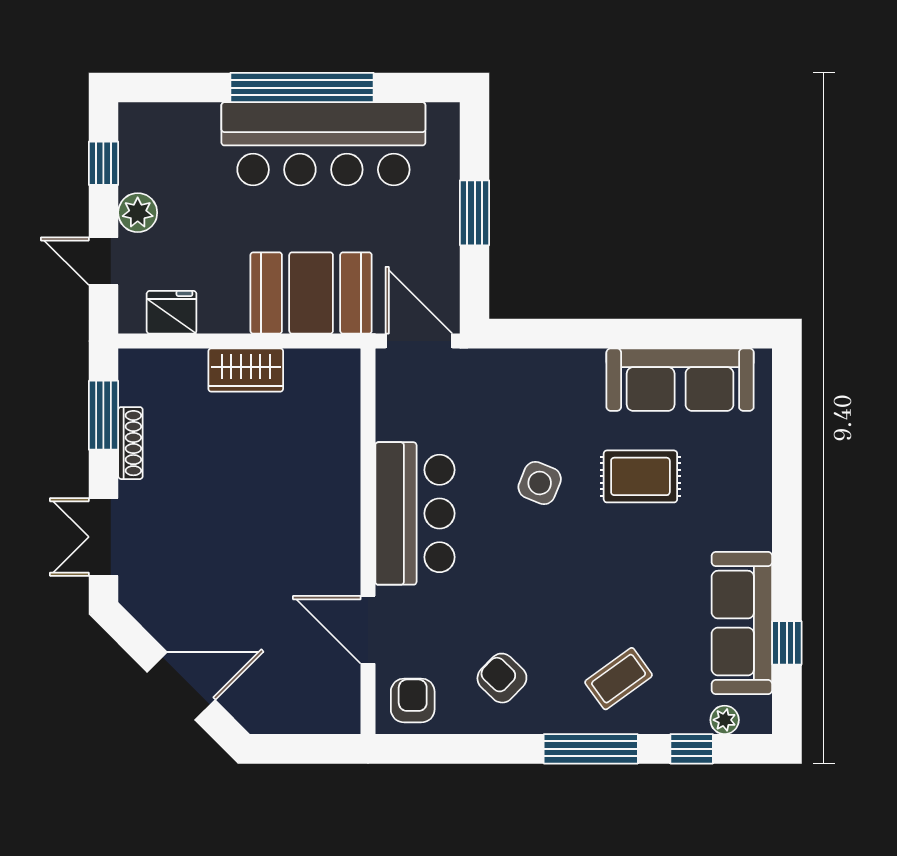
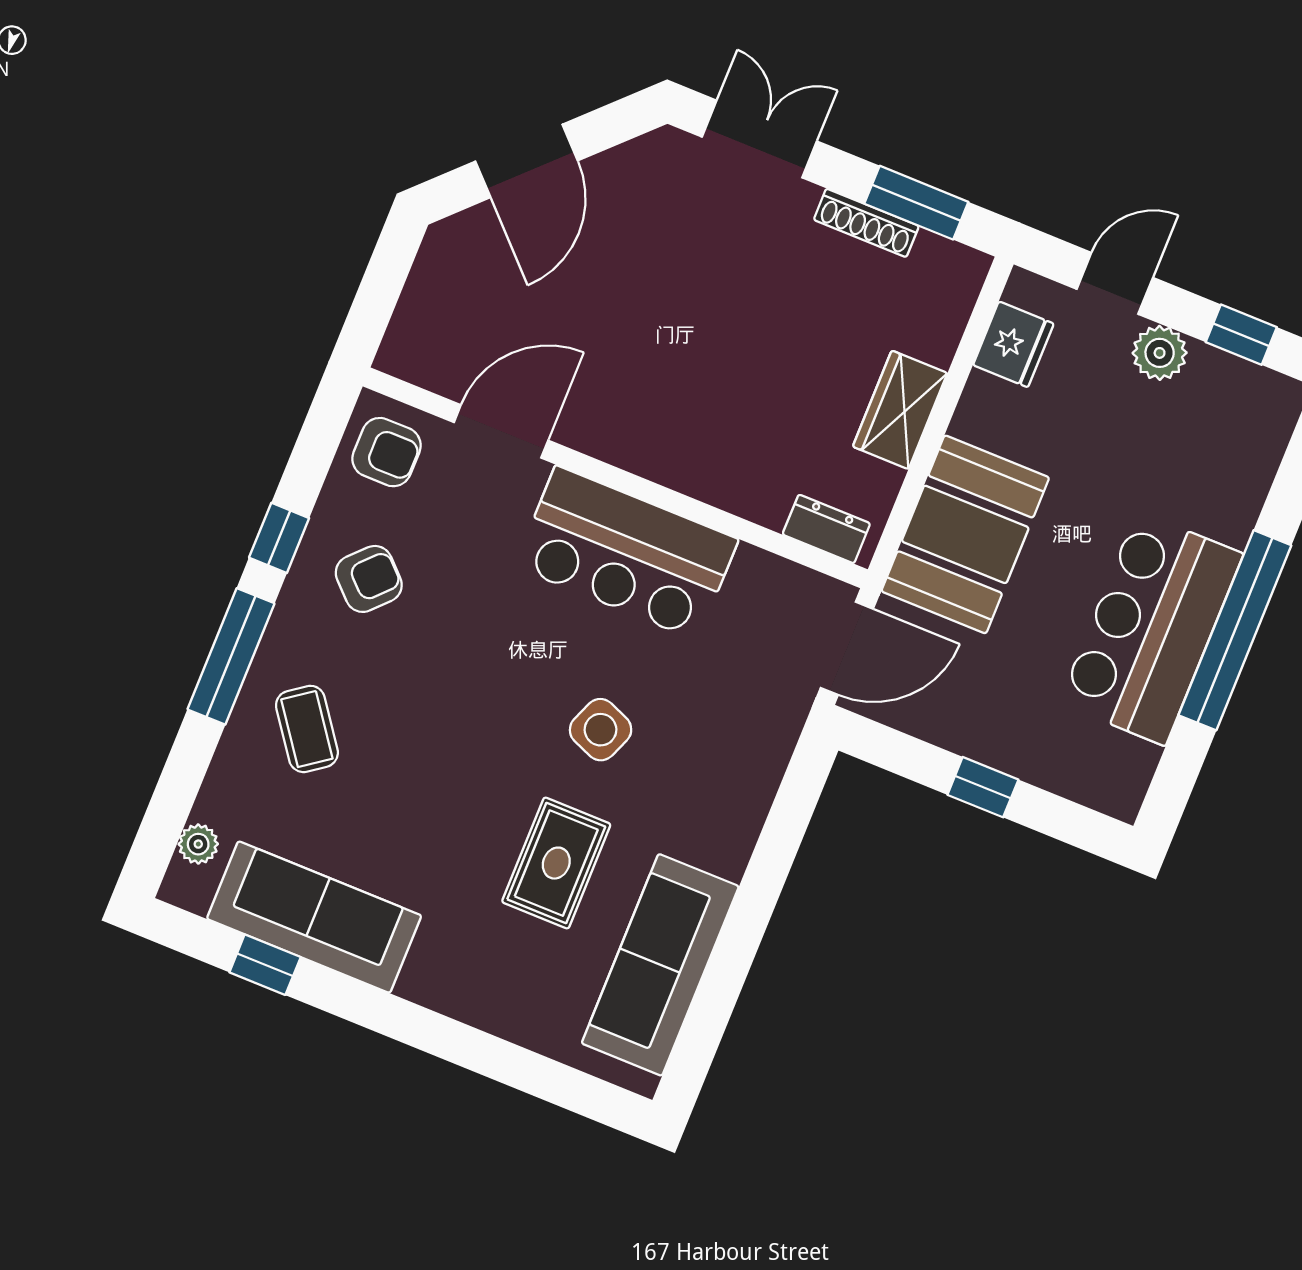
bar counter: (323, 144) -> (1151, 628), width x0.73
window: (475, 213) -> (983, 787), width x0.67
dresser: (345, 387) -> (826, 529), added
window: (692, 749) -> (279, 538), moved

